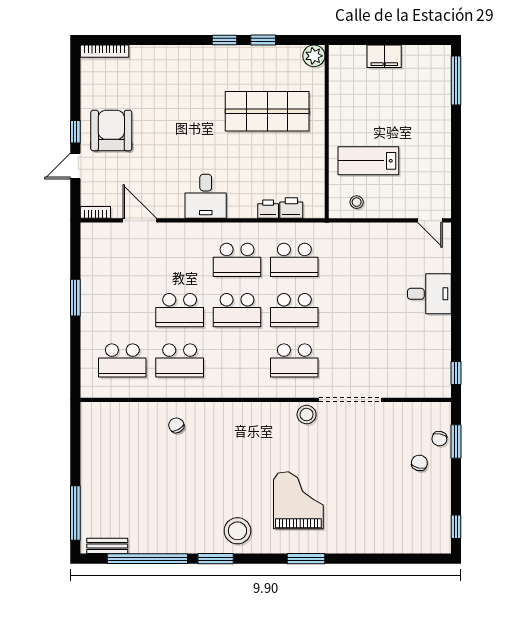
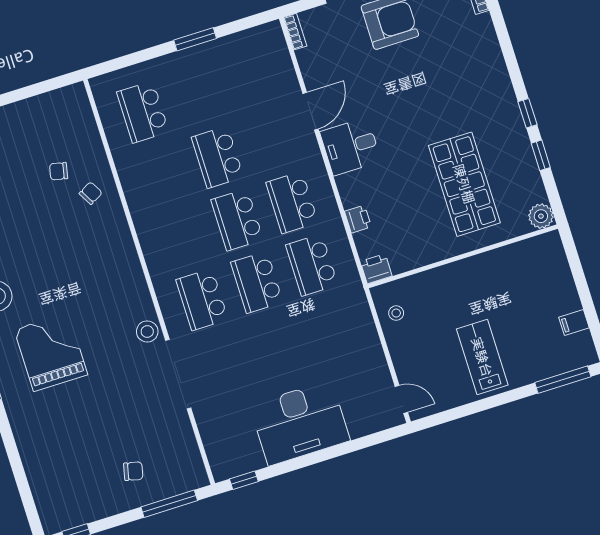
filing cabinet: (384, 56) -> (574, 322), moved, width x0.50
lab bench: (368, 161) -> (482, 357), moved
printer: (291, 208) -> (376, 269), moved, turned -90
door: (140, 220) -> (310, 111), moved
door: (430, 220) -> (401, 399), swing flipped
desk: (429, 294) -> (300, 423), width x1.87, depth x1.30
school desk: (180, 360) -> (163, 175), removed
chair: (439, 439) -> (59, 171), moved
window: (456, 441) -> (169, 504), width x1.44
grand piano: (298, 500) -> (51, 352), turned -90

